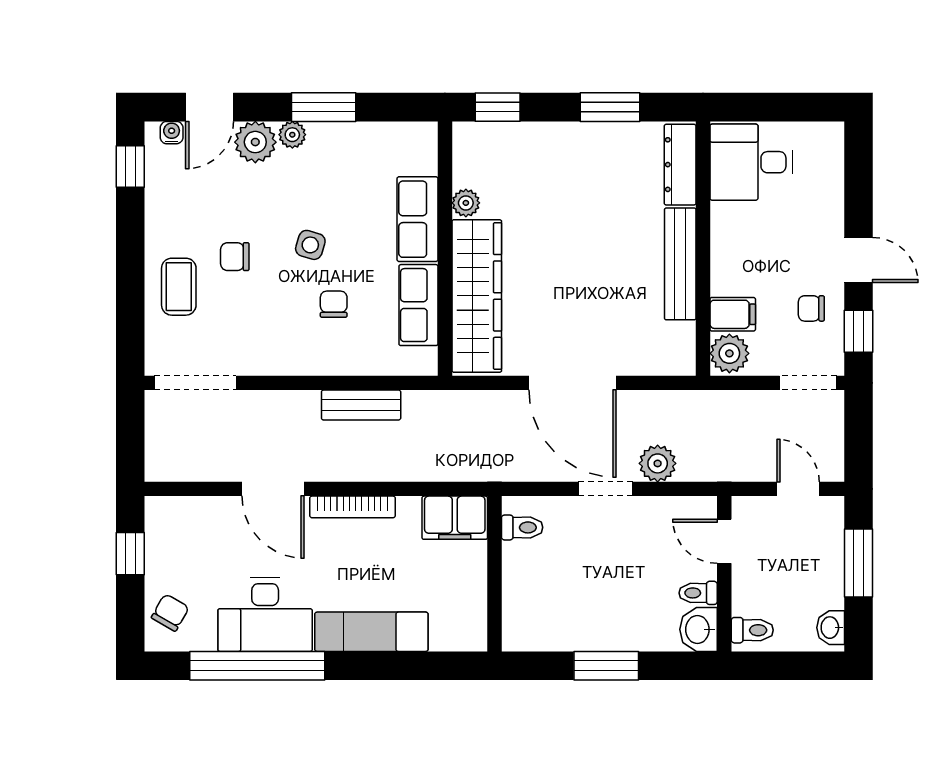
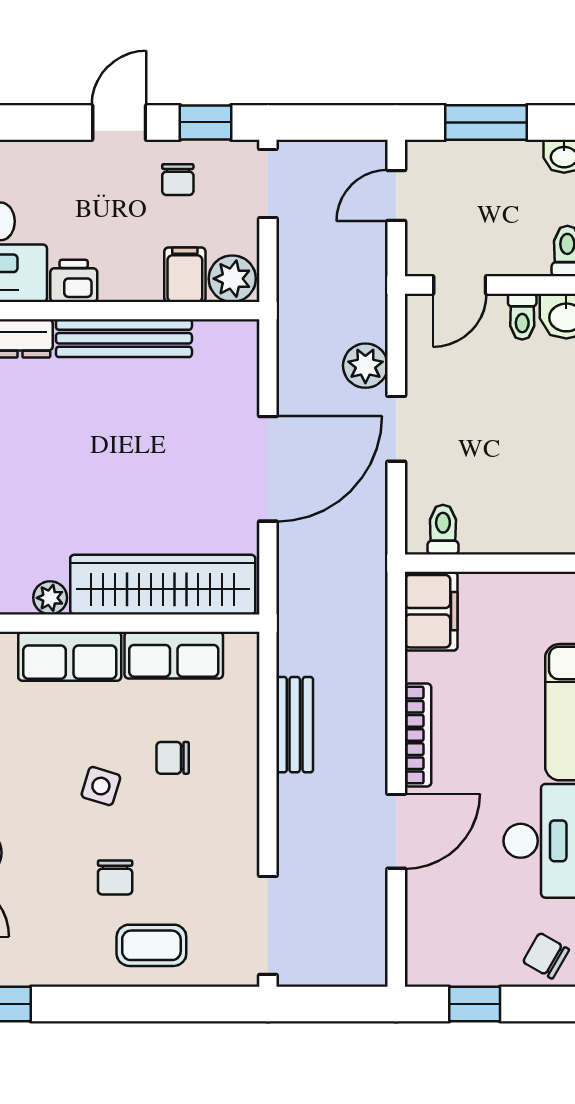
printer: (728, 222) -> (74, 281), added

